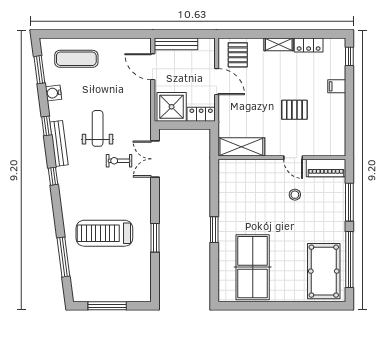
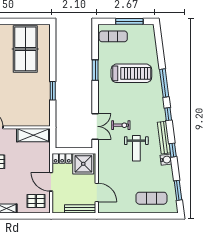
pallet: (238, 55) -> (36, 201), turned 90
water cooler: (54, 93) -> (166, 160), moved
window: (214, 230) -> (53, 91), moved
window: (63, 257) -> (164, 83), moved
exercise mat: (130, 285) -> (113, 36), added

